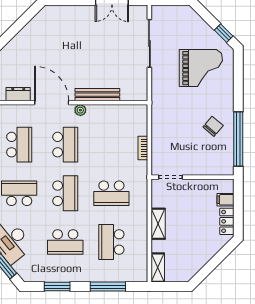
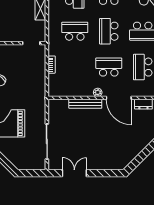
school desk: (65, 145) -> (109, 67), turned 90

